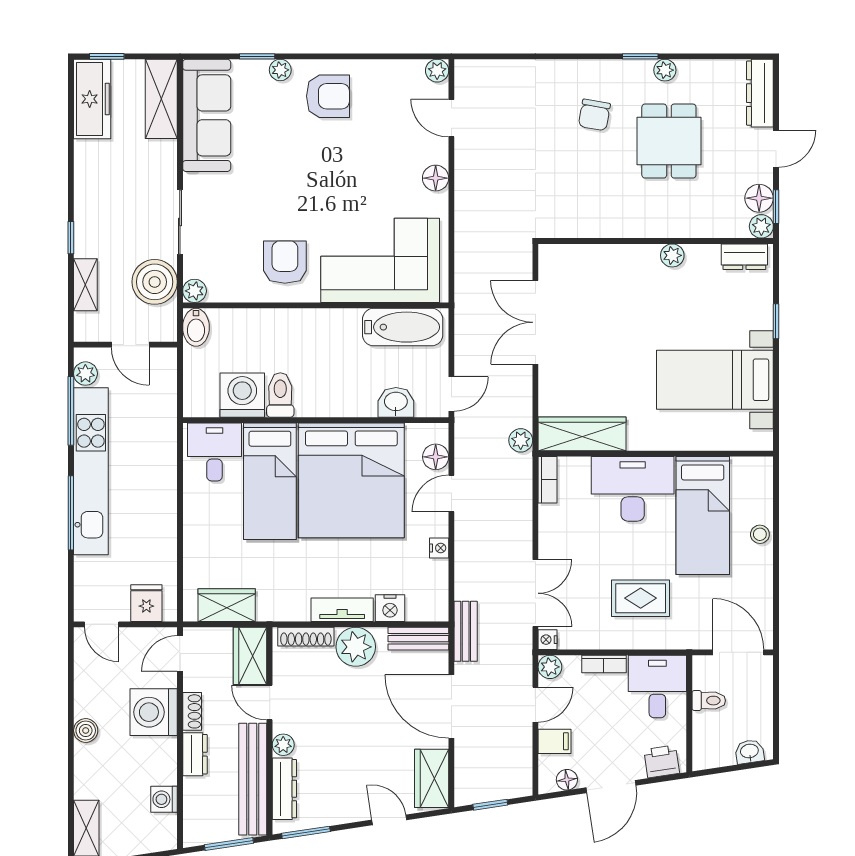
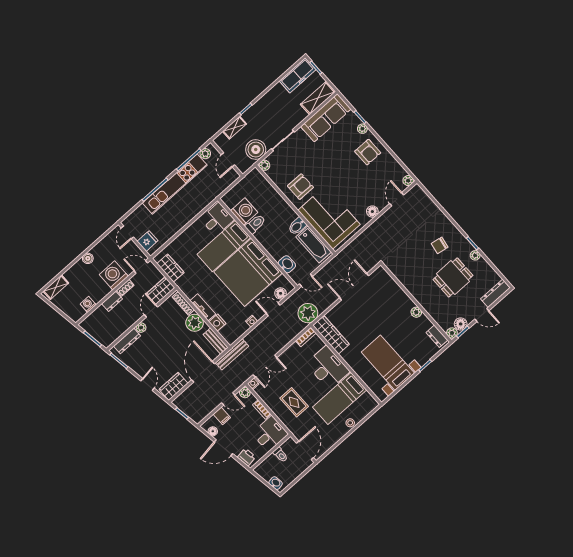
bidet: (196, 327) -> (297, 226), moved
plant: (521, 440) -> (308, 313), width x1.87, depth x1.87
bench: (466, 631) -> (232, 354), width x1.36
bench: (253, 779) -> (121, 328), removed

